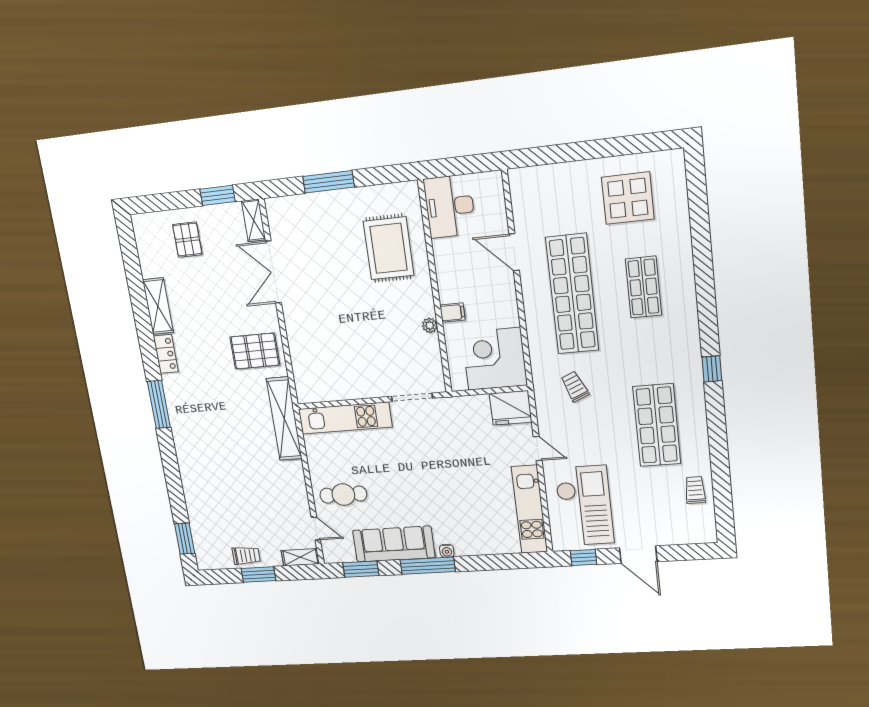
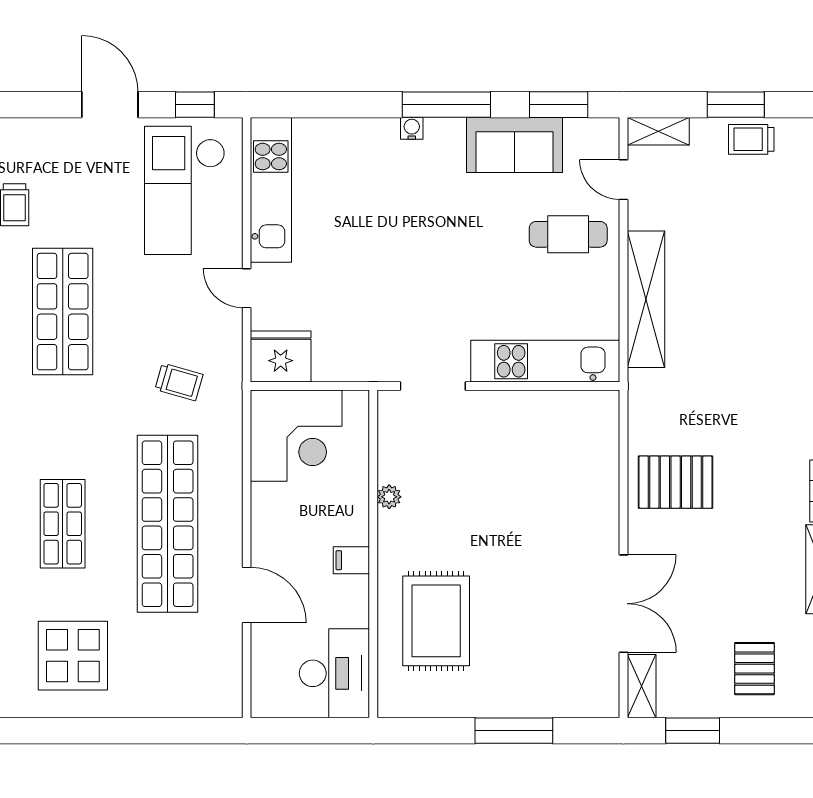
filing cabinet: (452, 313) -> (351, 560), moved
trolley: (575, 387) -> (179, 382), turned -51
shelving: (284, 419) -> (646, 299), moved
sofa: (394, 544) -> (515, 145), width x0.73

